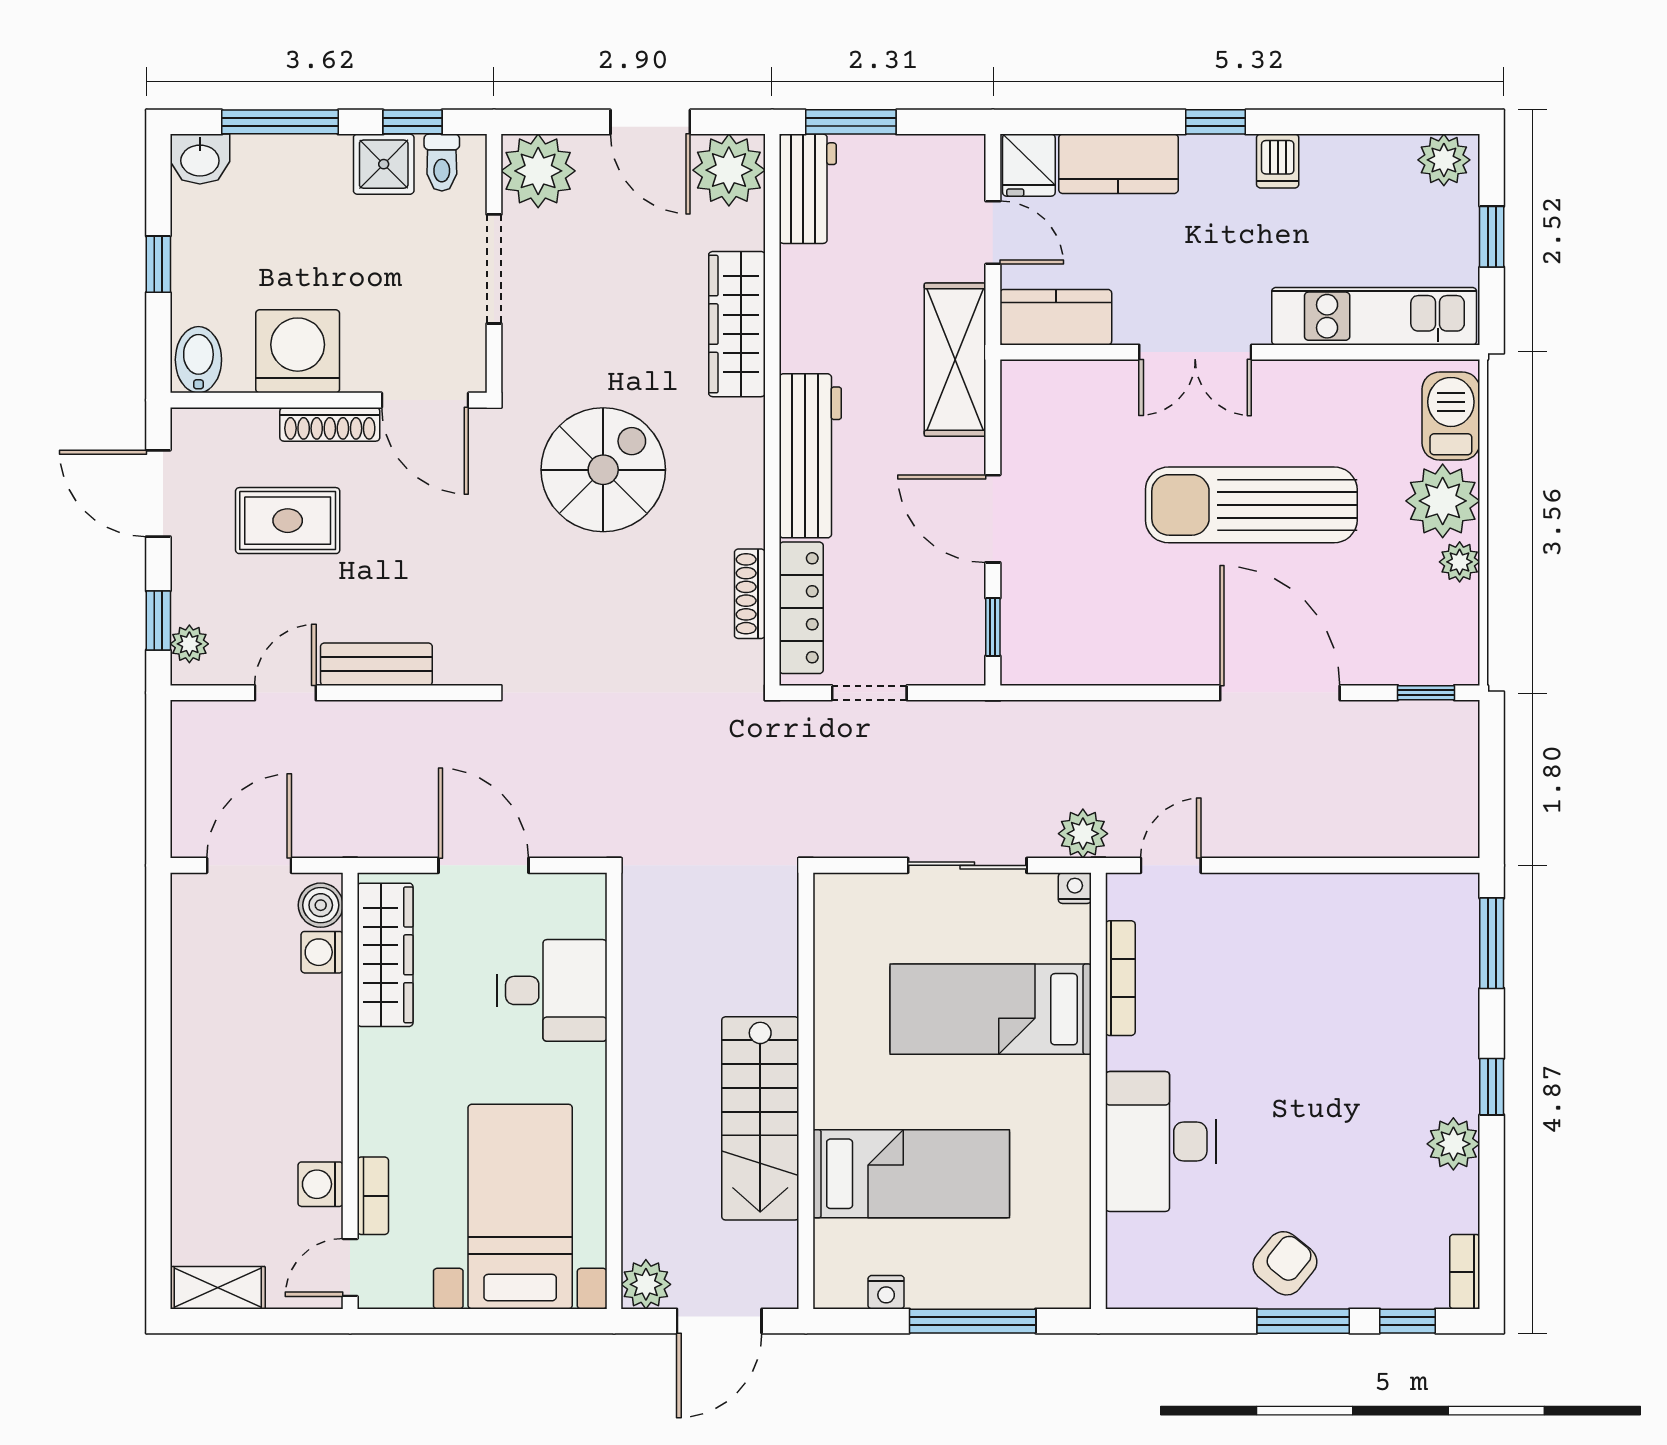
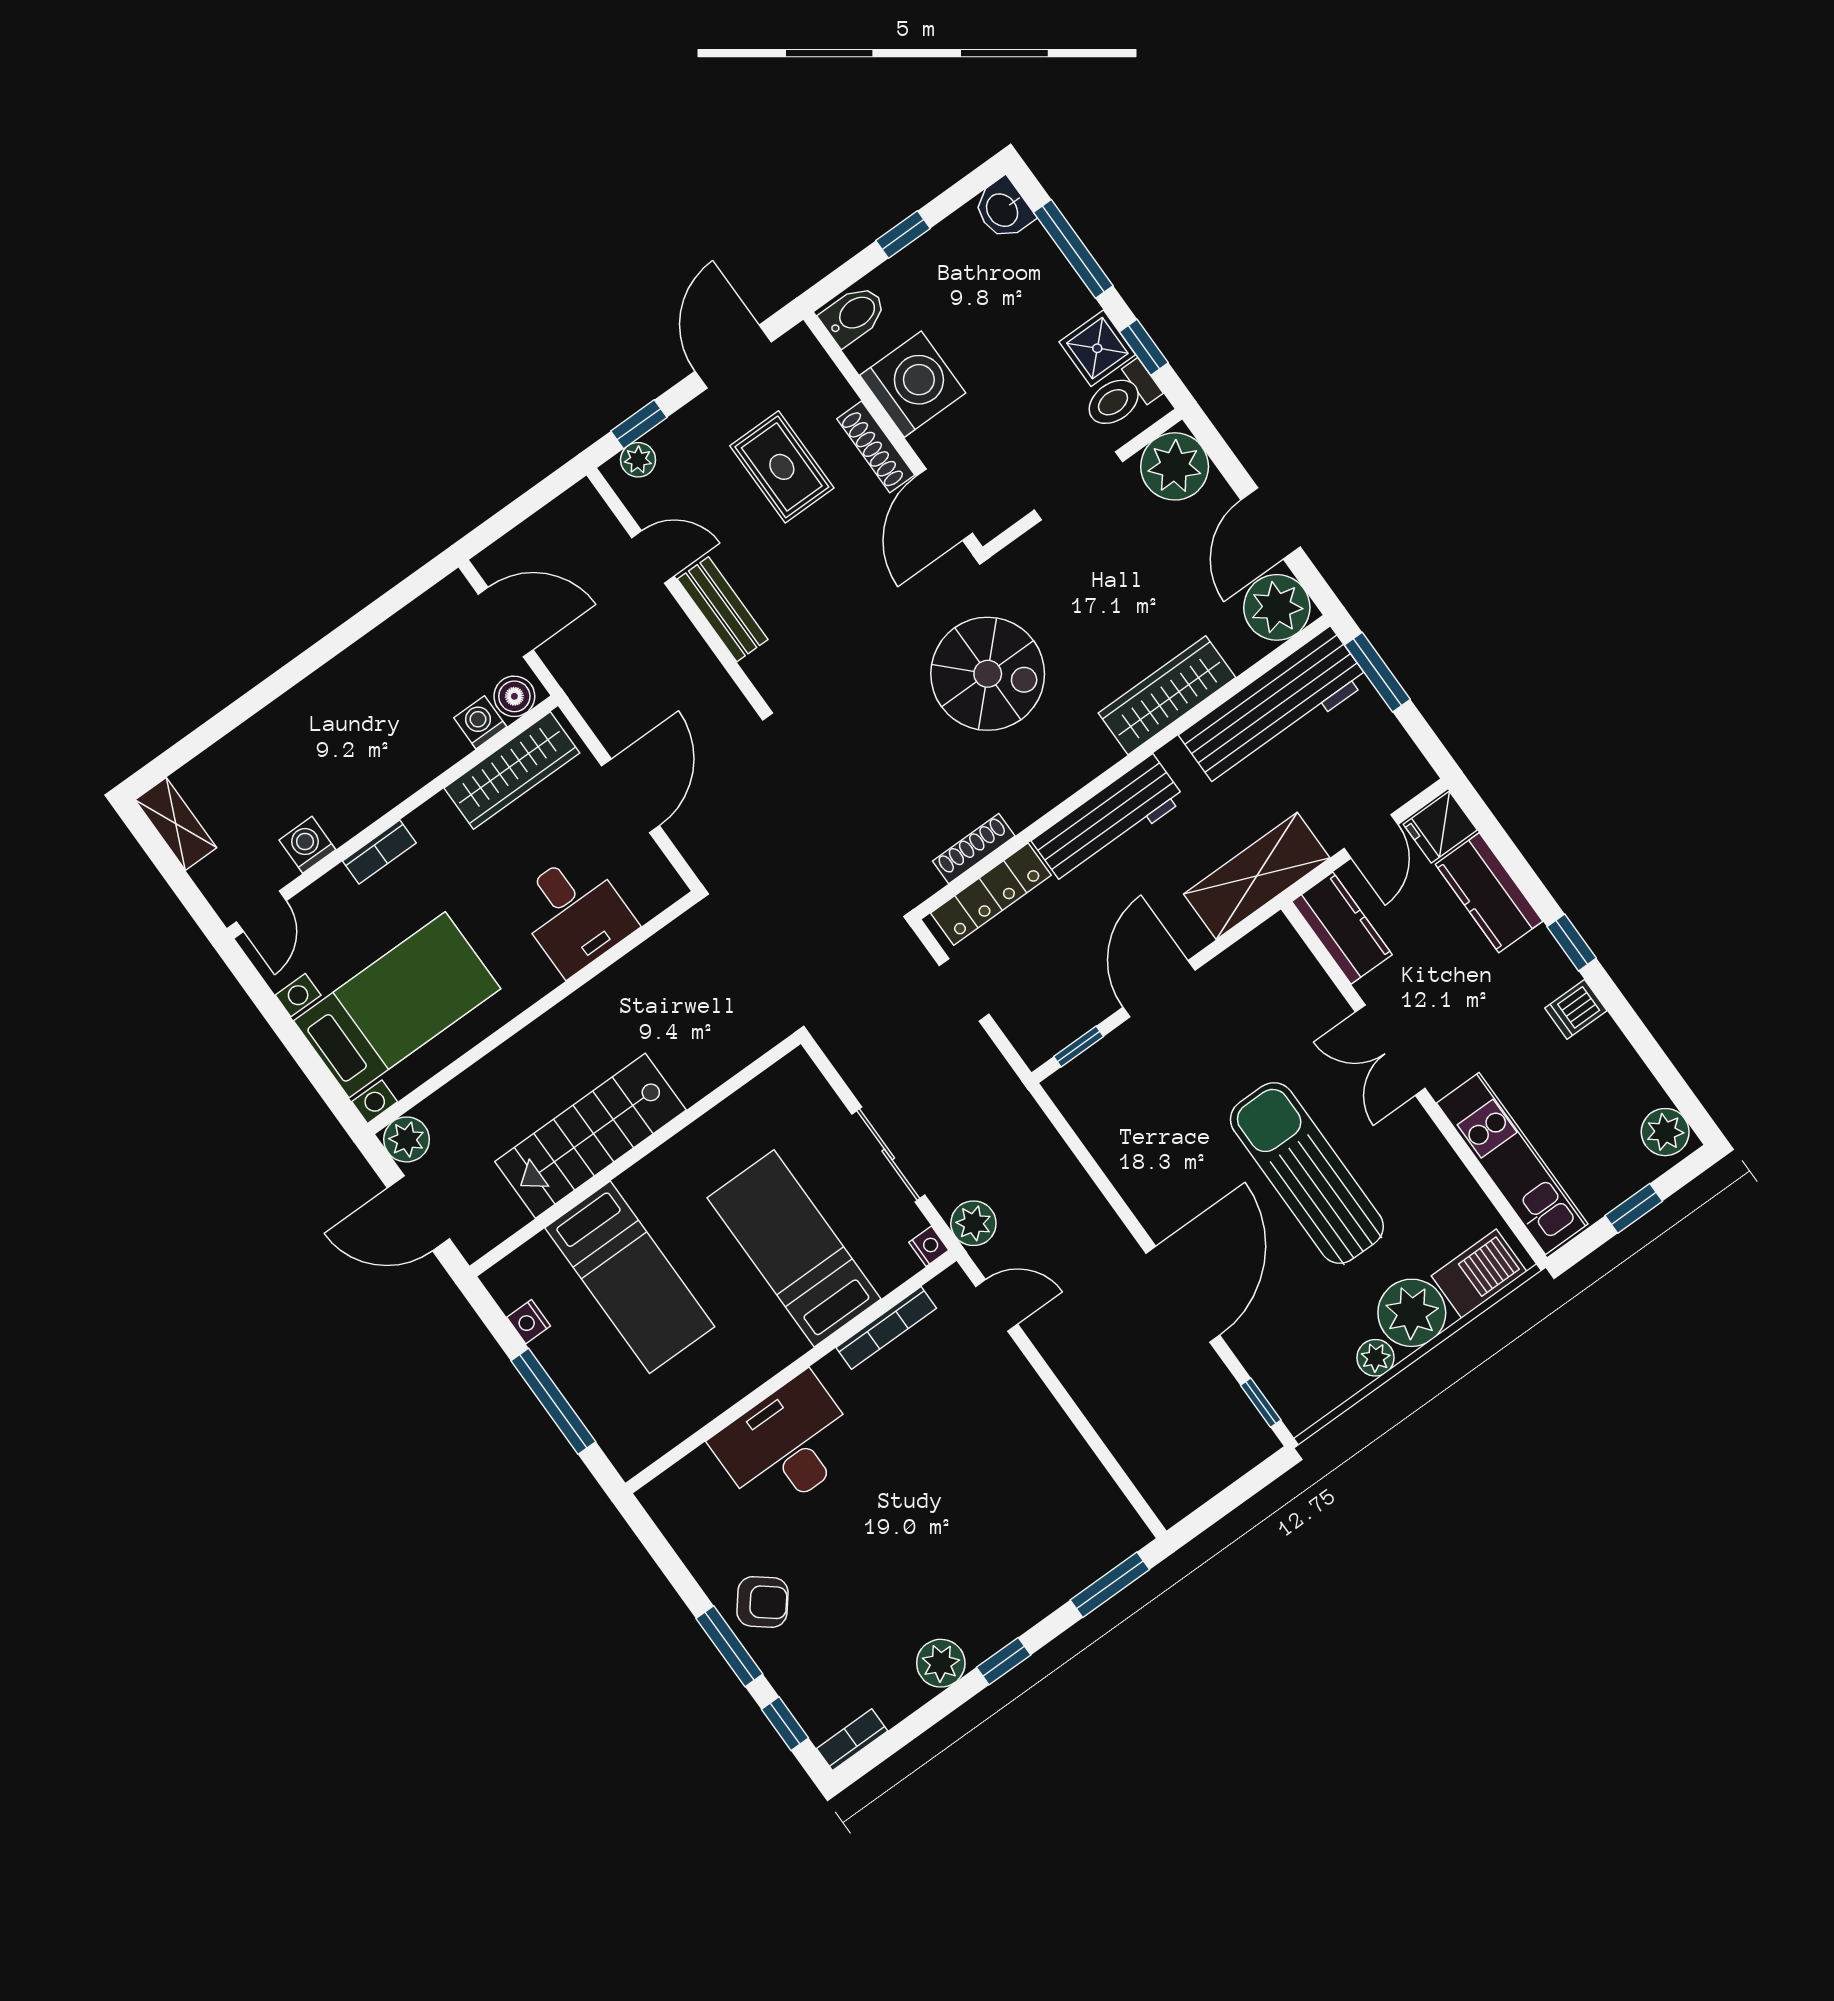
toilet: (442, 163) -> (1121, 396), width x1.37, depth x1.39
workbench: (808, 189) -> (1274, 708), width x1.88, depth x1.32
bookcase: (373, 1196) -> (379, 852), moved
door: (350, 1268) -> (261, 911), swing flipped

